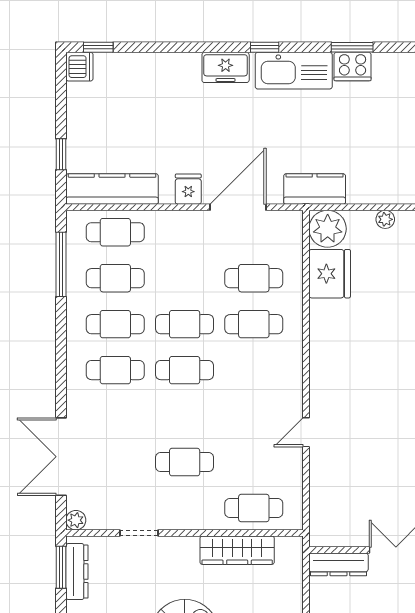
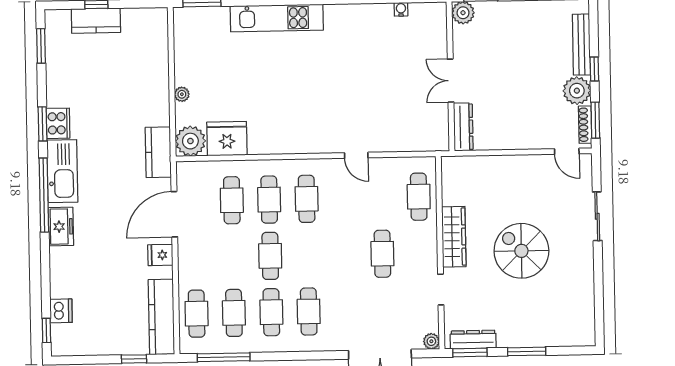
window: (265, 47) -> (44, 195), width x3.17
dishwasher: (79, 67) -> (61, 311), moved, turned 90
door: (238, 207) -> (174, 214), hinge flipped
cafe table: (185, 370) -> (307, 199), moved
wardrobe: (237, 550) -> (454, 237), moved

